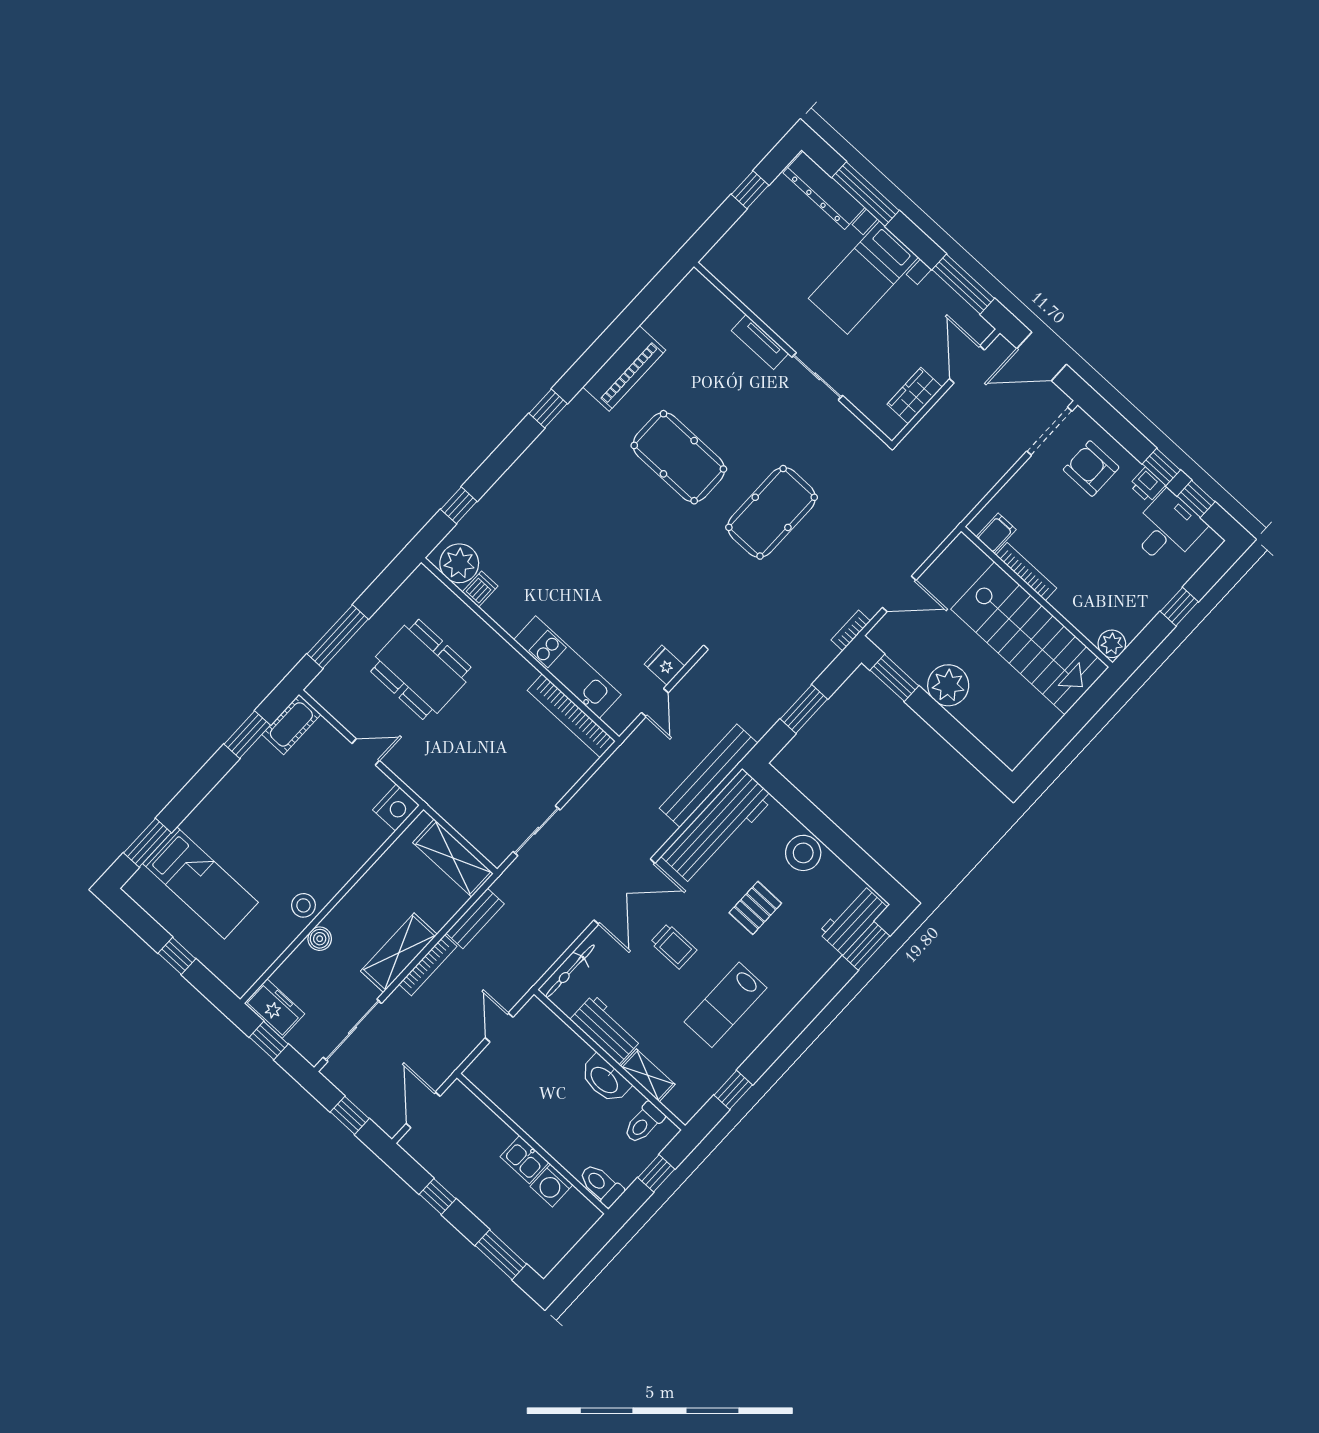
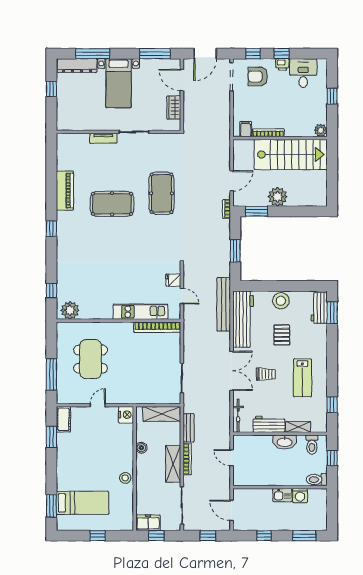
window: (1196, 499) -> (253, 54), moved
dishwasher: (480, 589) -> (85, 313), removed
dining table: (421, 669) -> (91, 359), turned 90
boiler: (320, 939) -> (141, 448), moved

